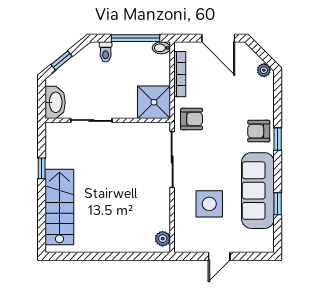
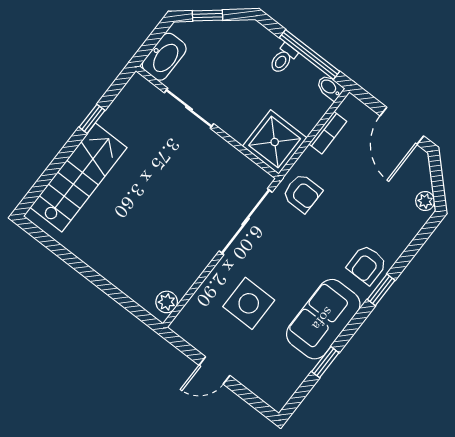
toilet: (106, 52) -> (283, 59), moved
bookcase: (180, 74) -> (328, 133), width x0.64
armchair: (259, 131) -> (367, 265), turned -90
sofa: (258, 191) -> (323, 319), width x0.73

